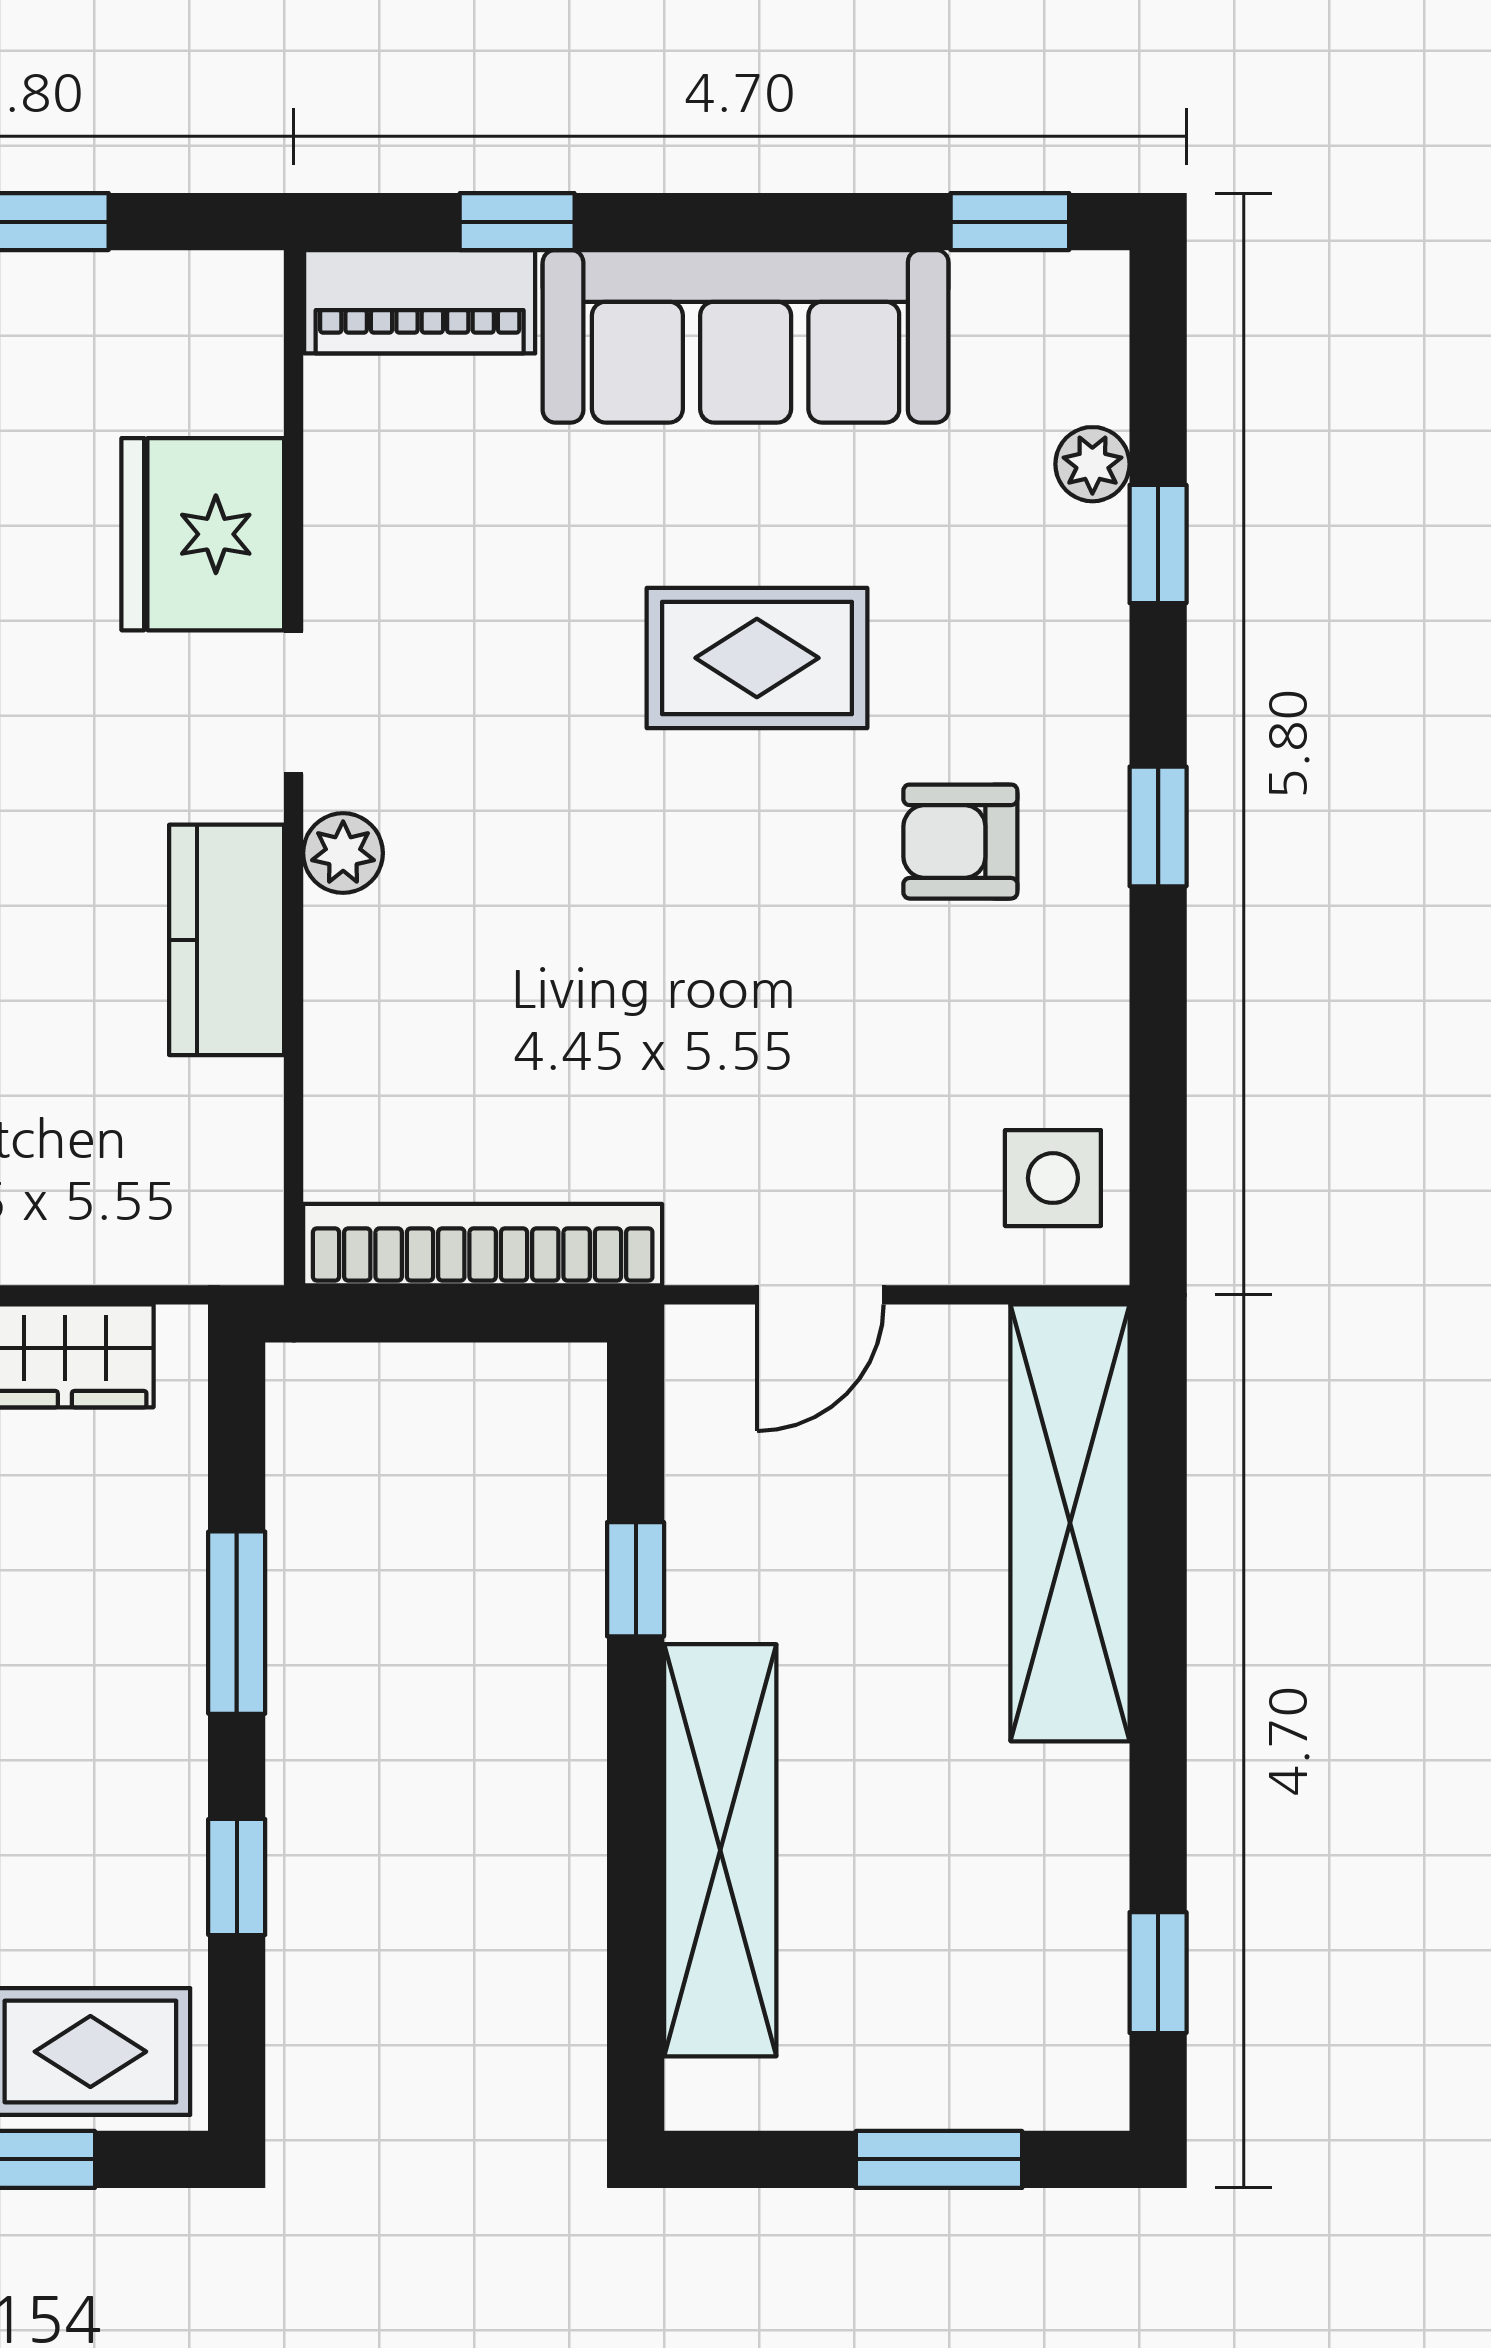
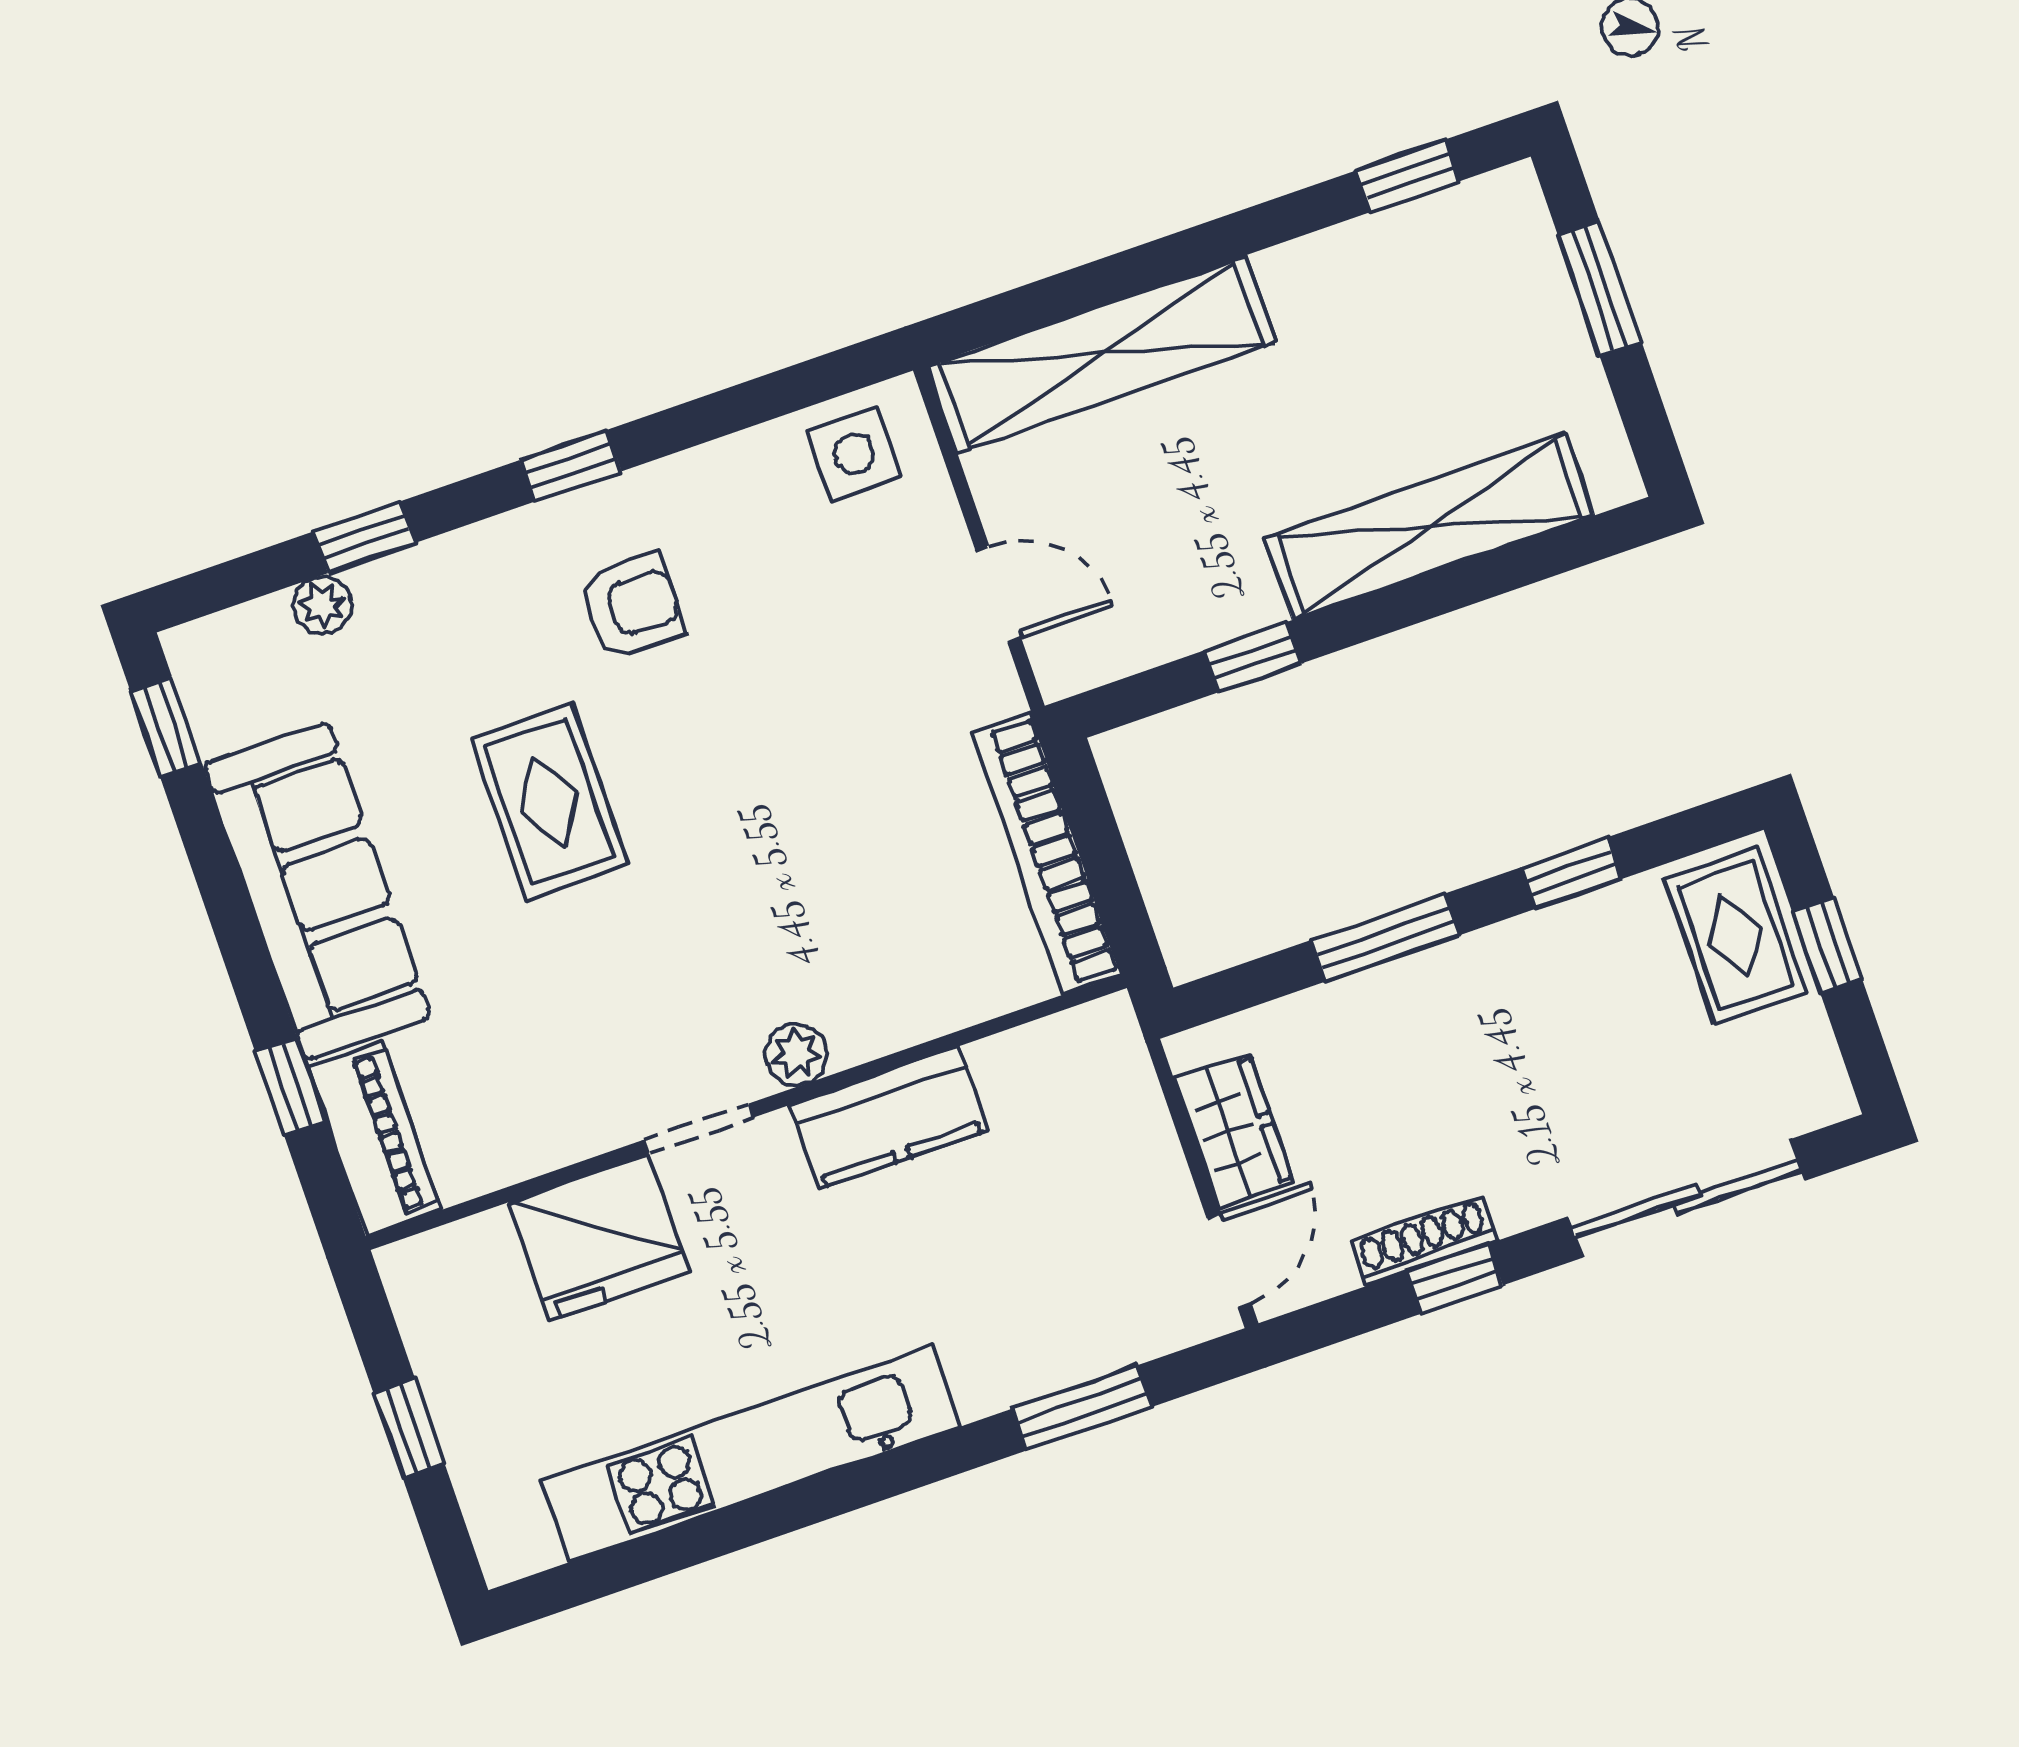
armchair: (960, 842) -> (632, 606), turned -90

